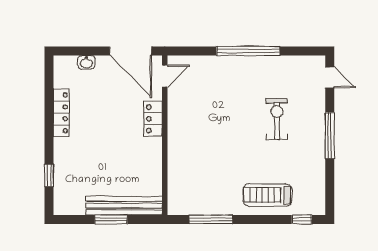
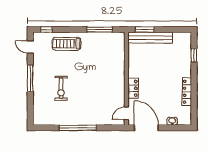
door: (330, 77) -> (30, 47), moved
treadmill: (268, 195) -> (66, 44), turned 180
window: (111, 219) -> (145, 30), moved

